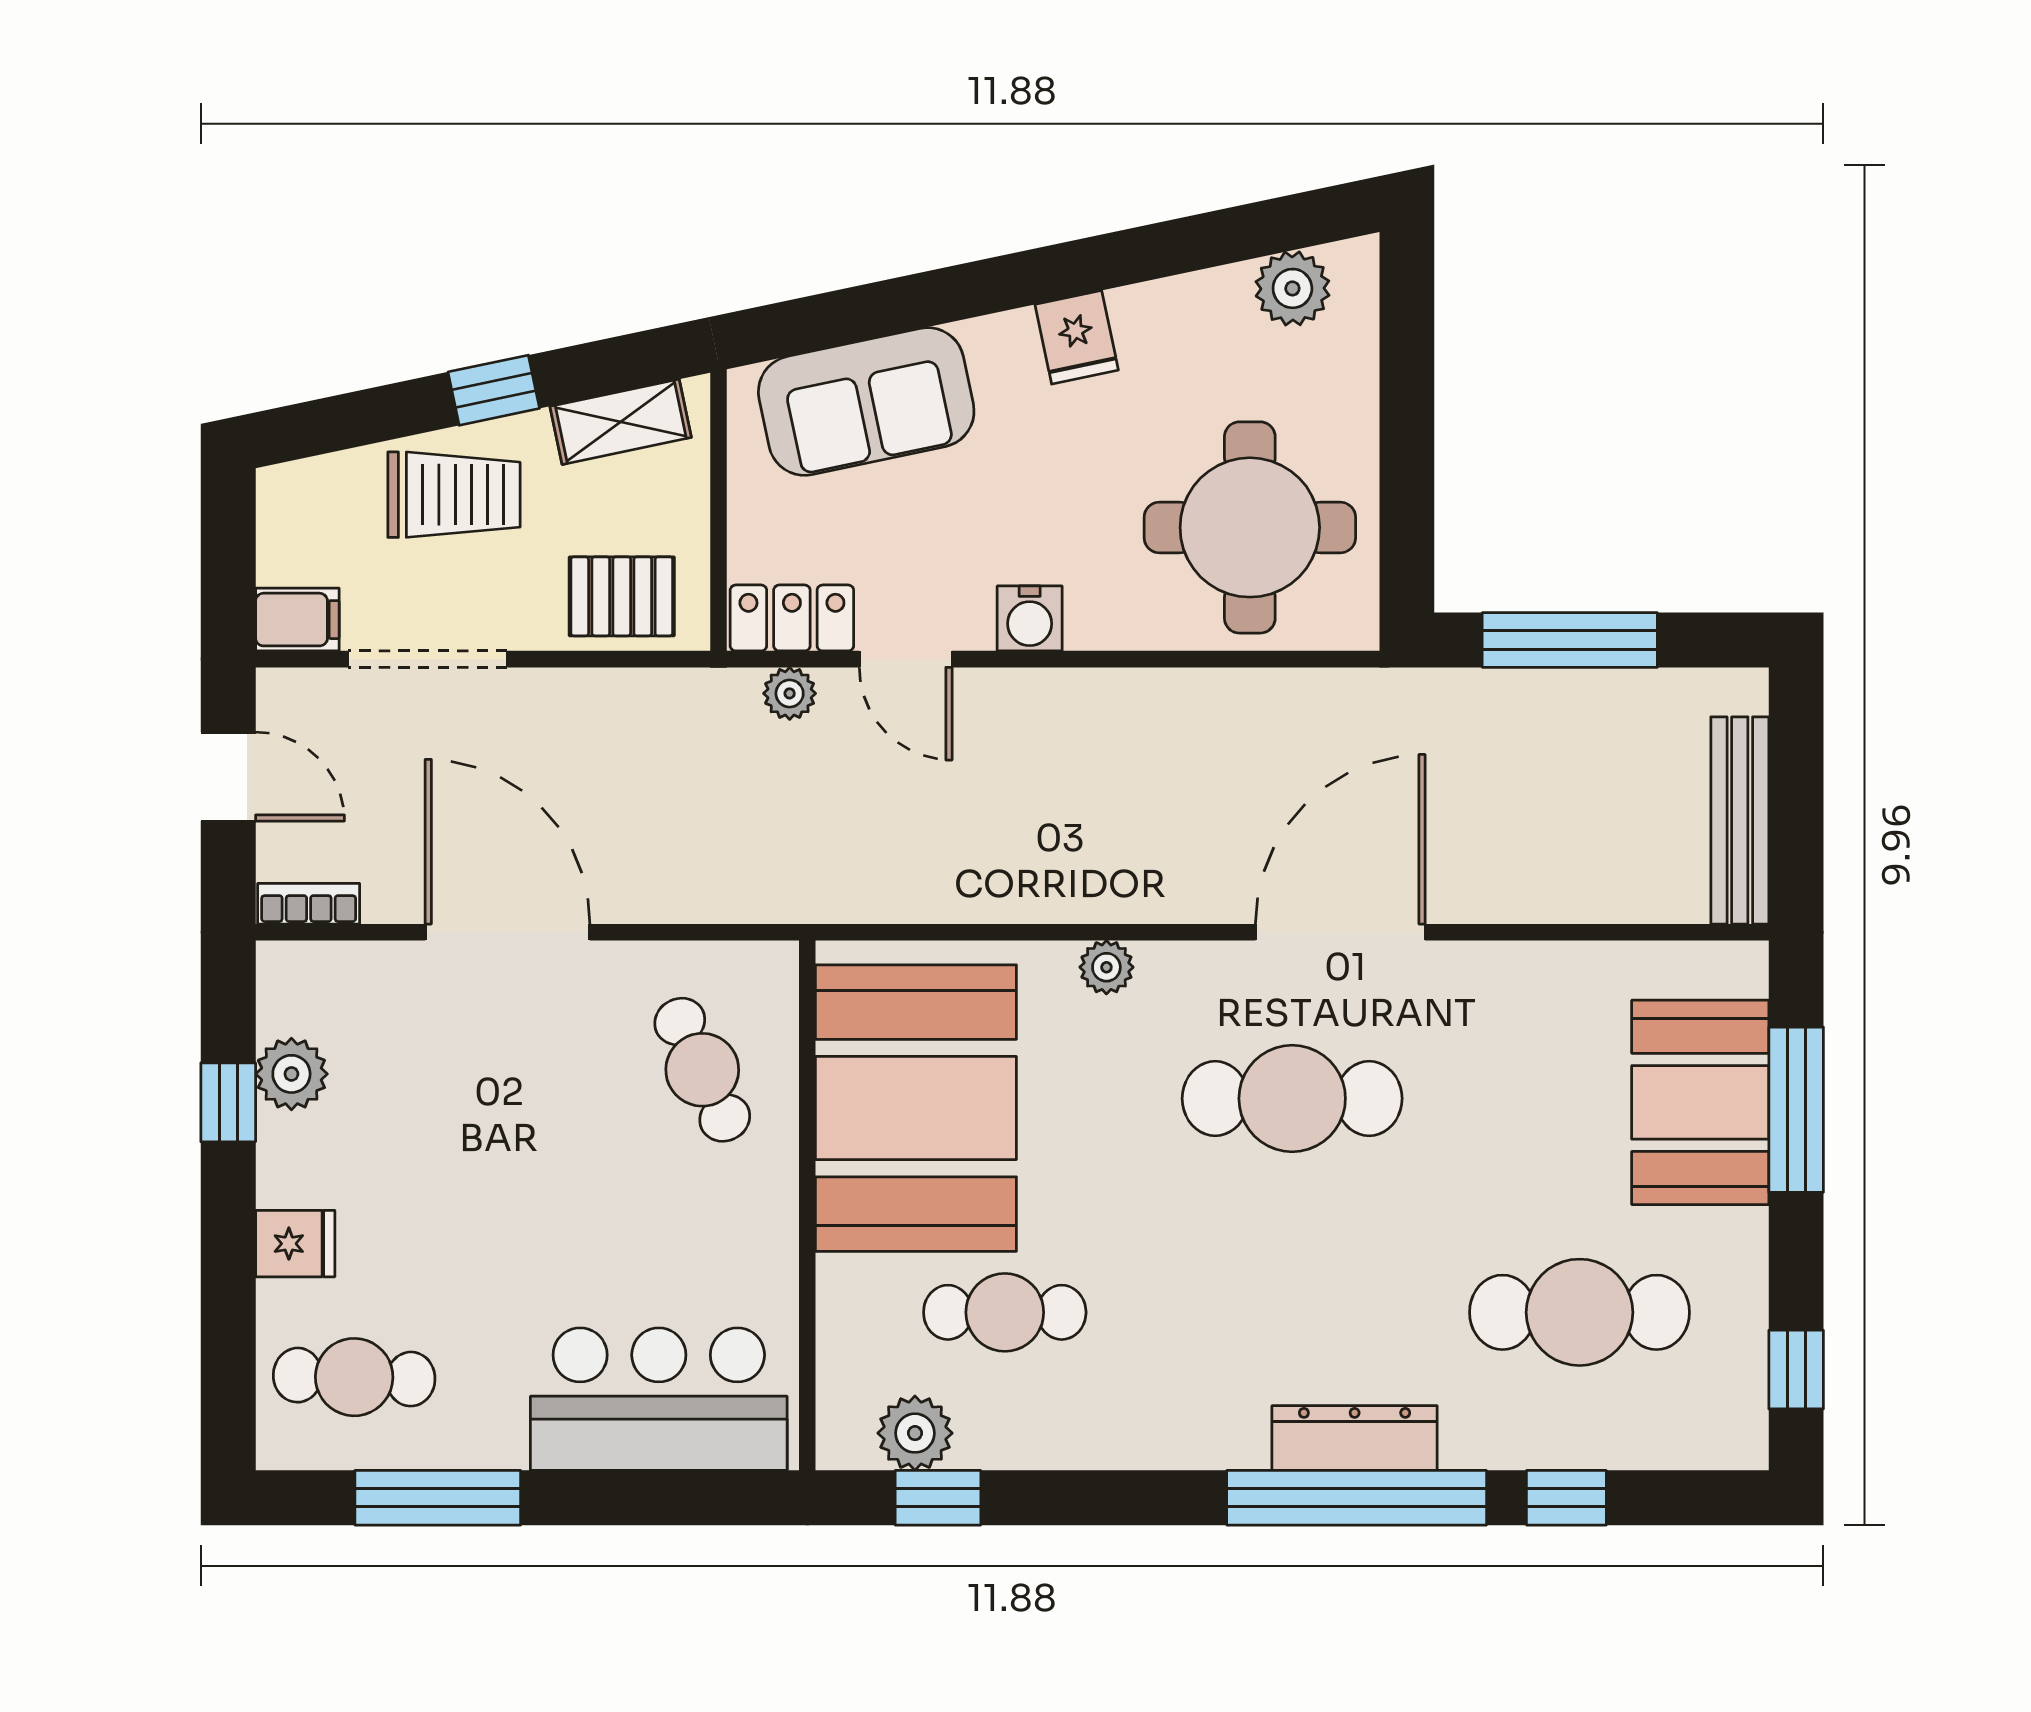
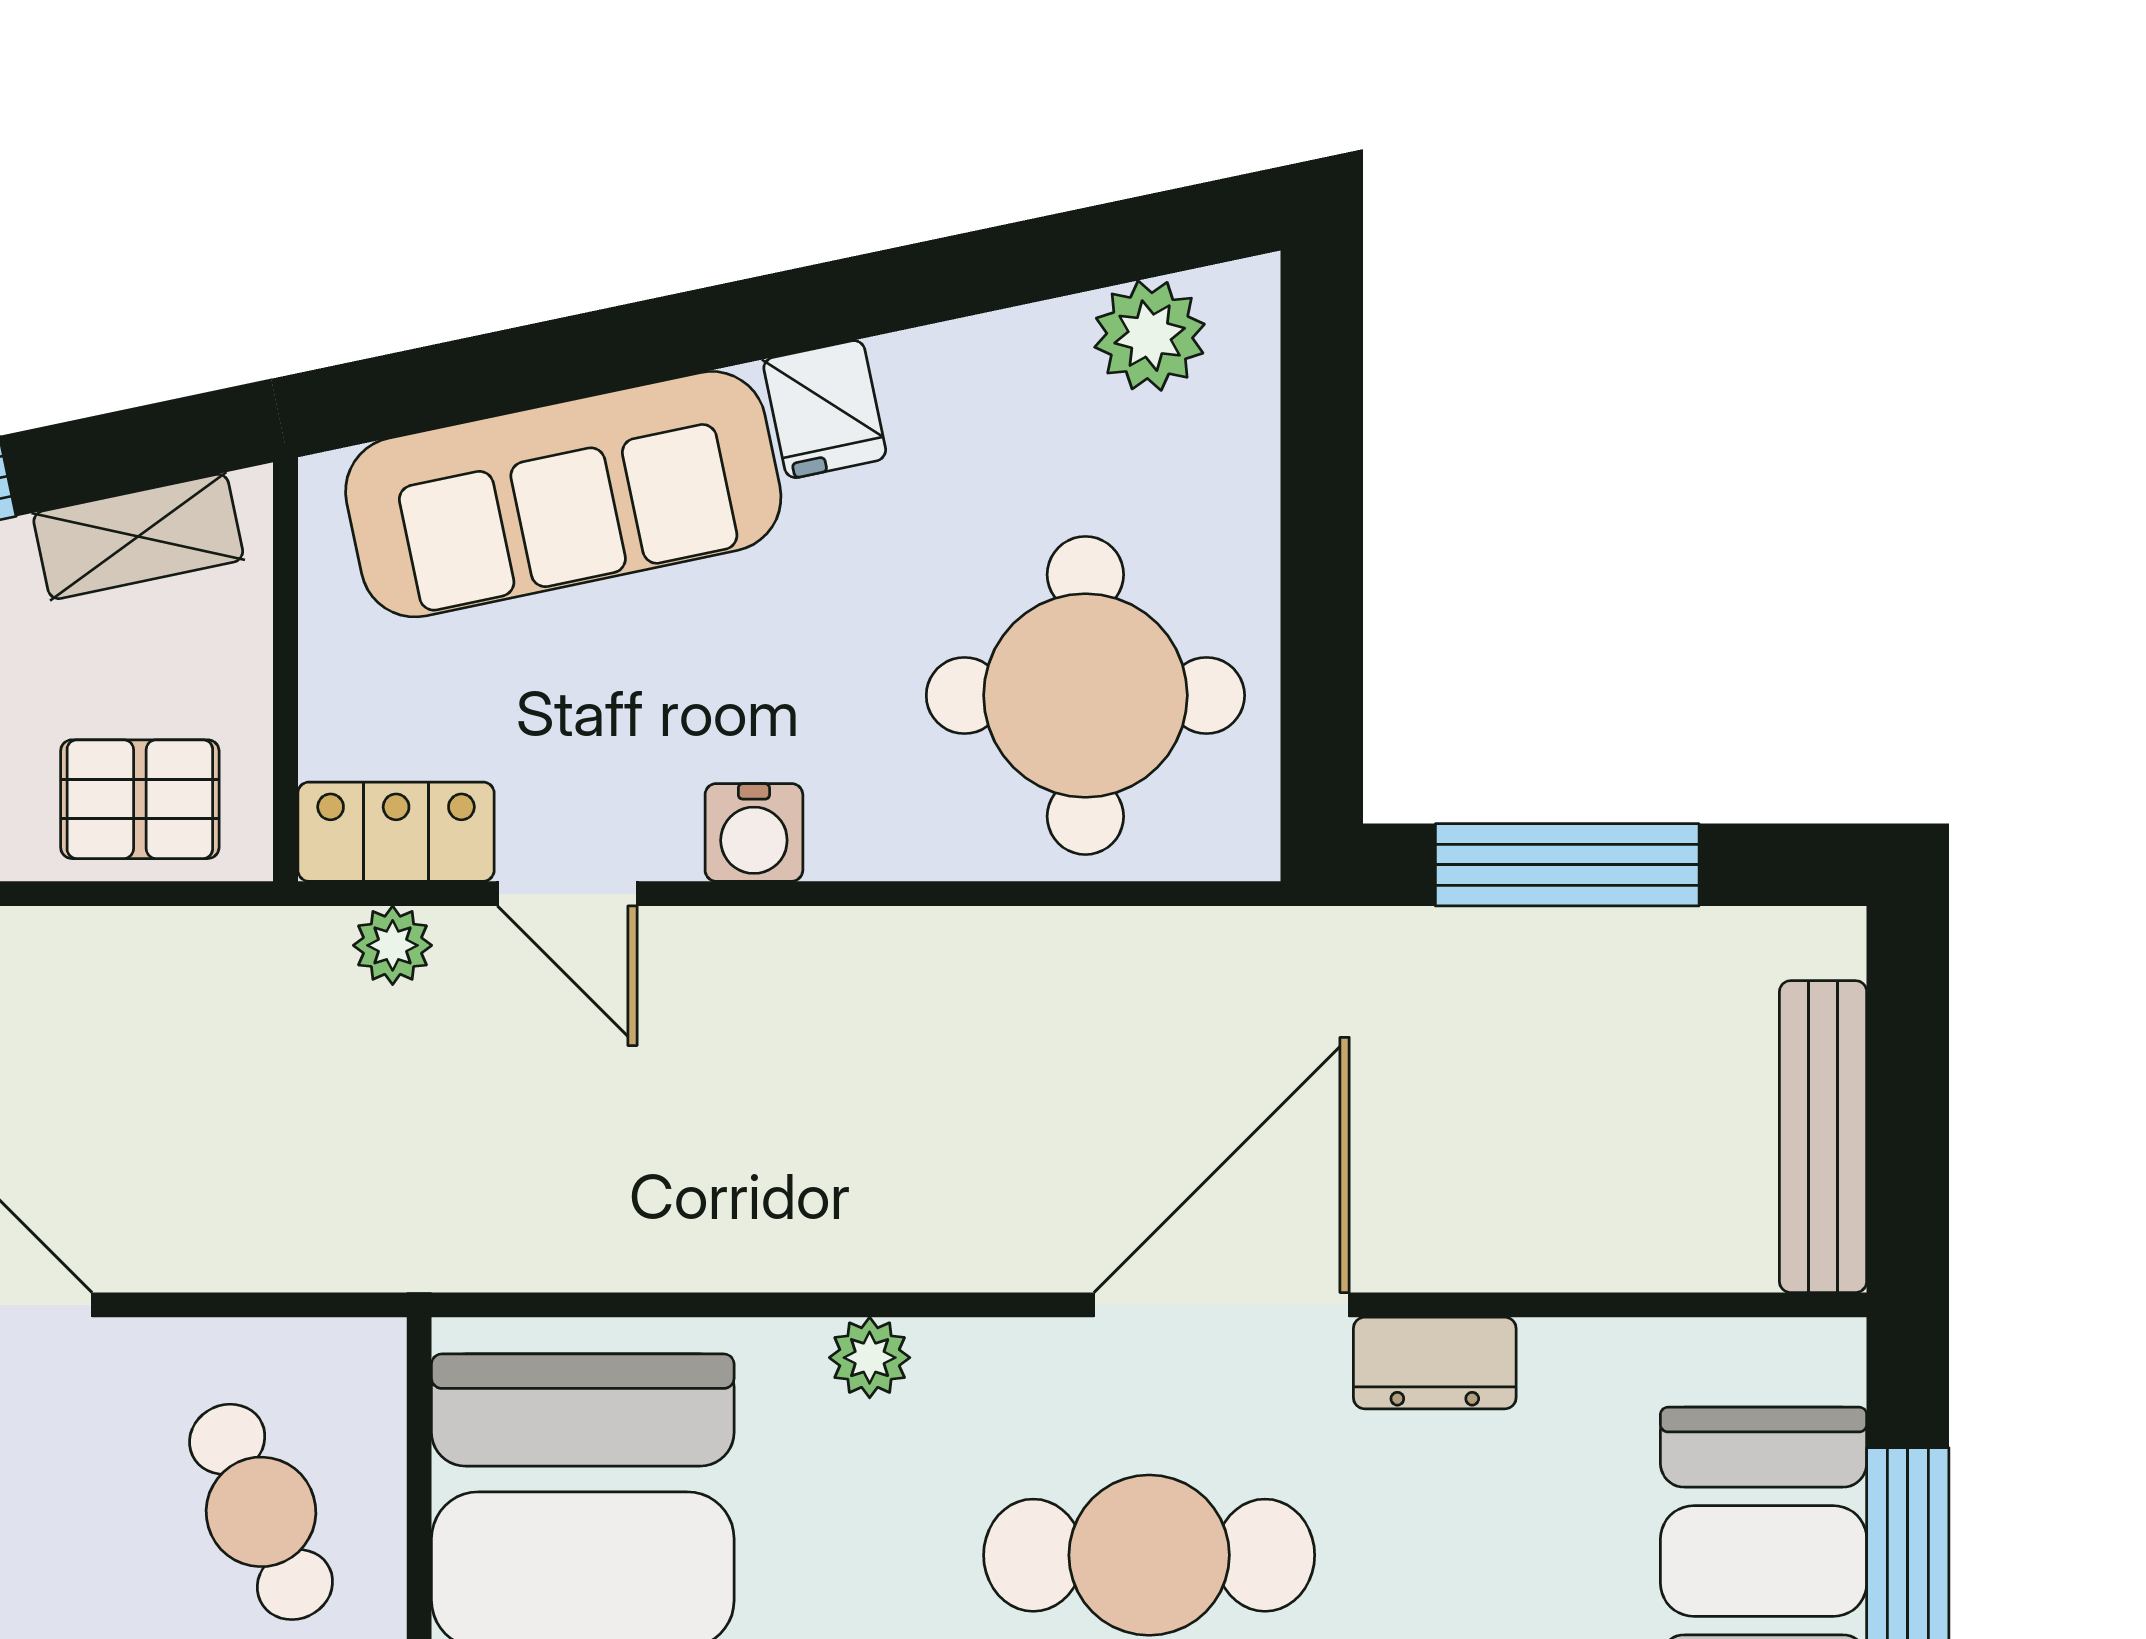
sofa: (866, 402) -> (563, 494), width x1.36
dresser: (1482, 971) -> (1435, 1363), added

